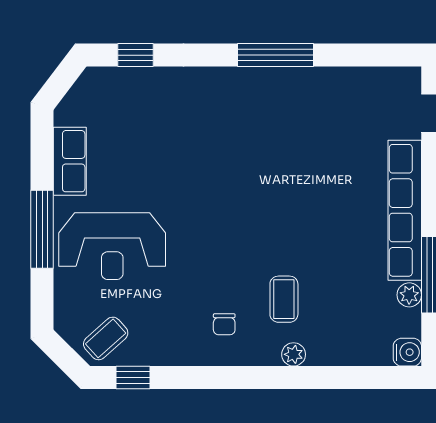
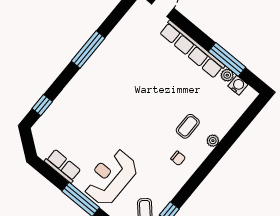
reception desk: (112, 246) -> (110, 177), turned 180
coffee table: (284, 299) -> (188, 126), turned 90
water cooler: (407, 352) -> (238, 85), moved

